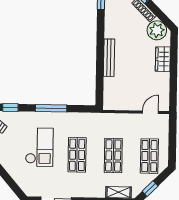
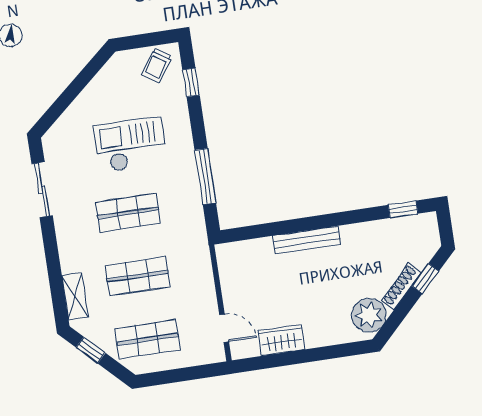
wardrobe: (163, 59) -> (281, 340), moved
window: (51, 108) -> (205, 176), moved
checkout: (39, 147) -> (130, 145), turned 180

